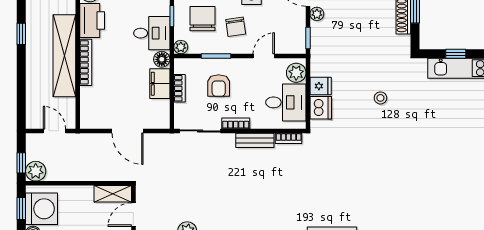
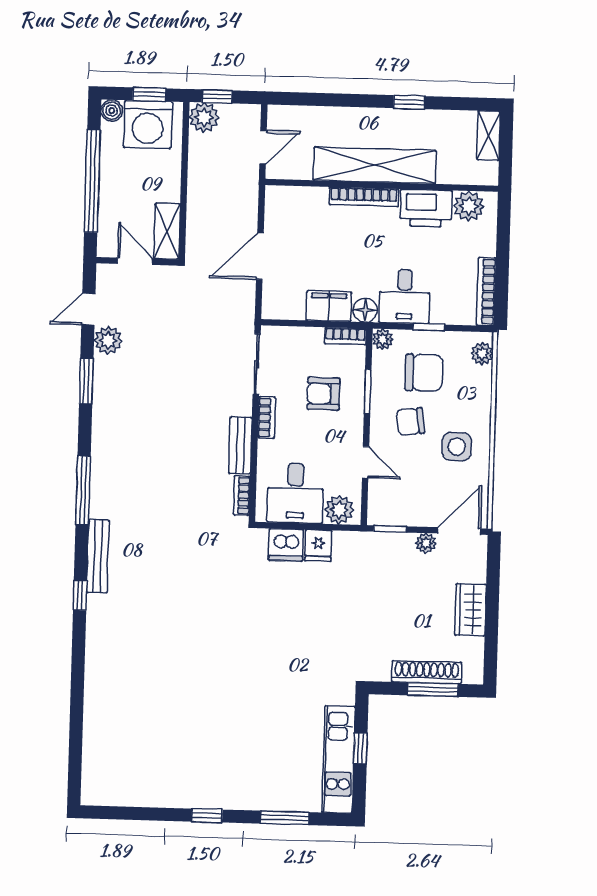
bookcase: (180, 88) -> (345, 336), moved
stool: (380, 98) -> (298, 634), removed

